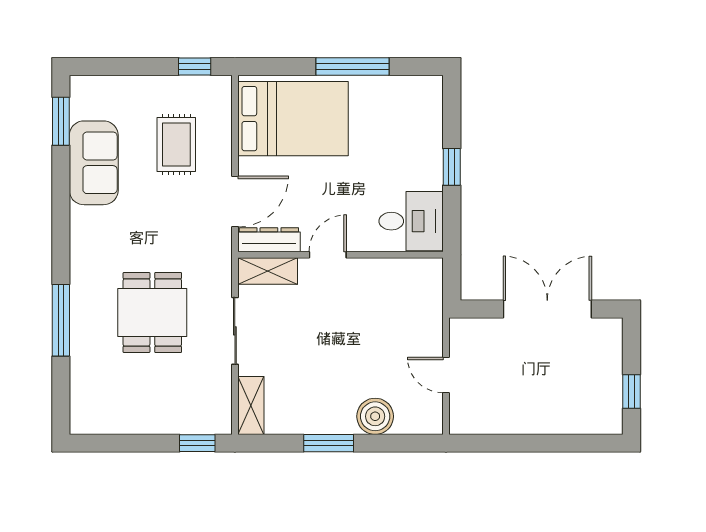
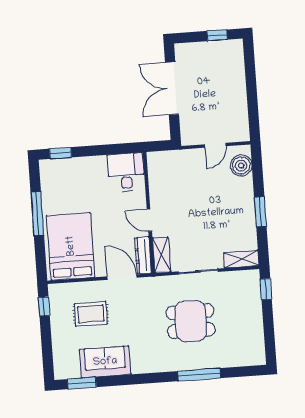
window: (452, 167) -> (61, 153), moved
boiler: (375, 416) -> (241, 166), moved

